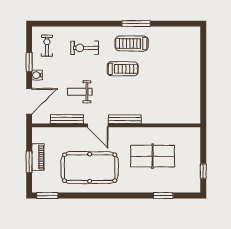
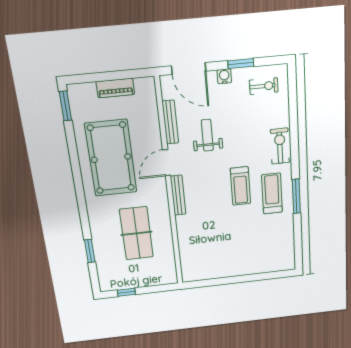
exercise bike: (85, 48) -> (280, 146), moved
window: (29, 162) -> (107, 76), removed

